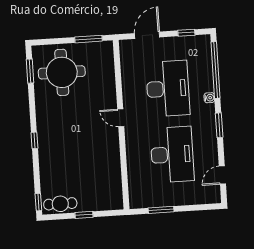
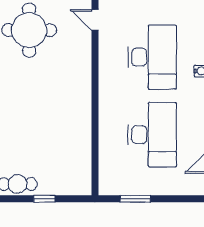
door: (121, 118) -> (95, 20), moved

